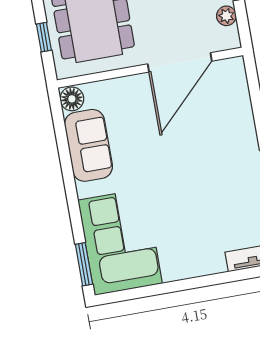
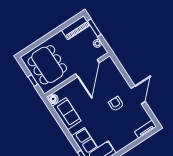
armchair: (210, 171) -> (116, 104), added

